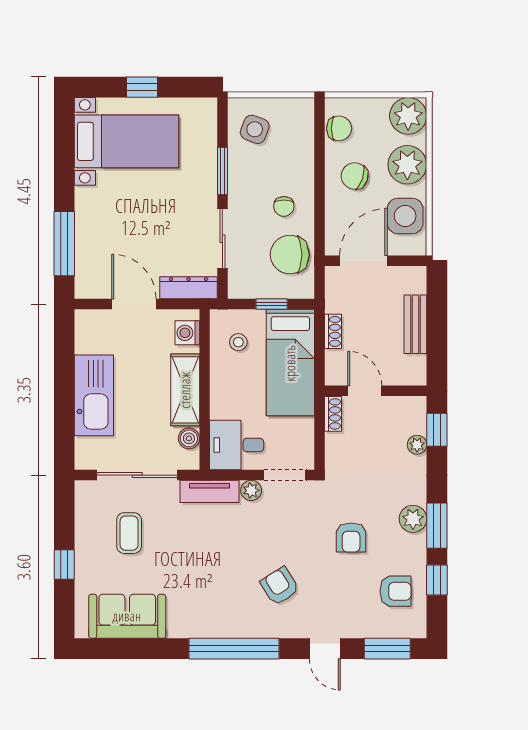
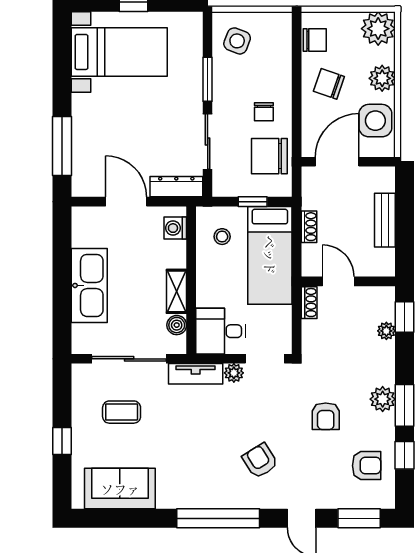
plant: (407, 165) -> (382, 78), width x0.73, depth x0.73
shelving: (185, 390) -> (176, 291), width x0.67, depth x0.75
coffee table: (129, 533) -> (122, 412), turned 90

